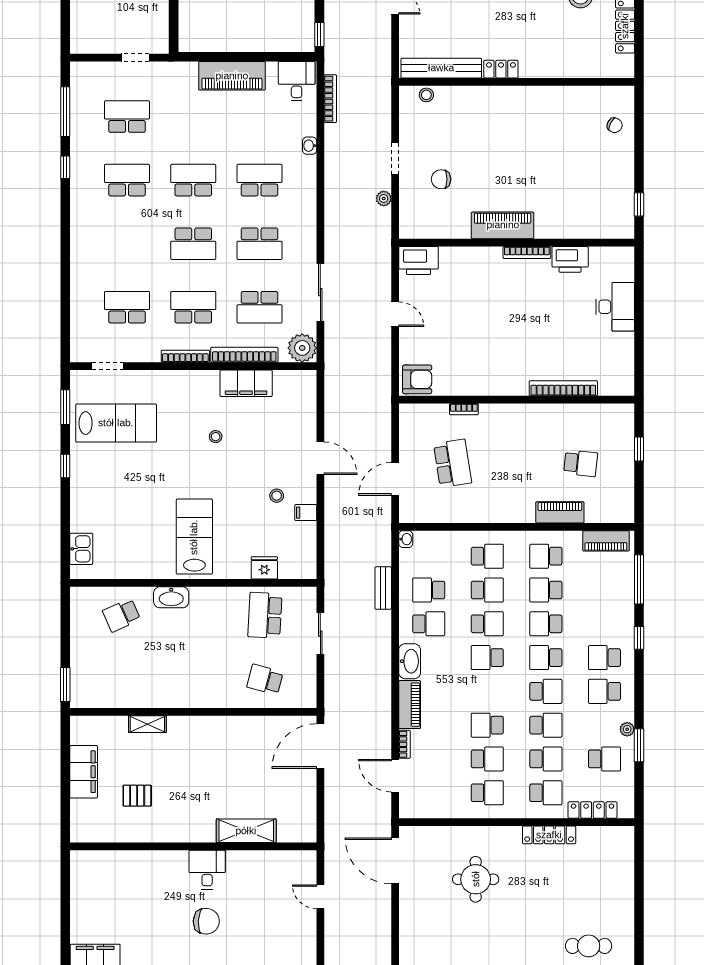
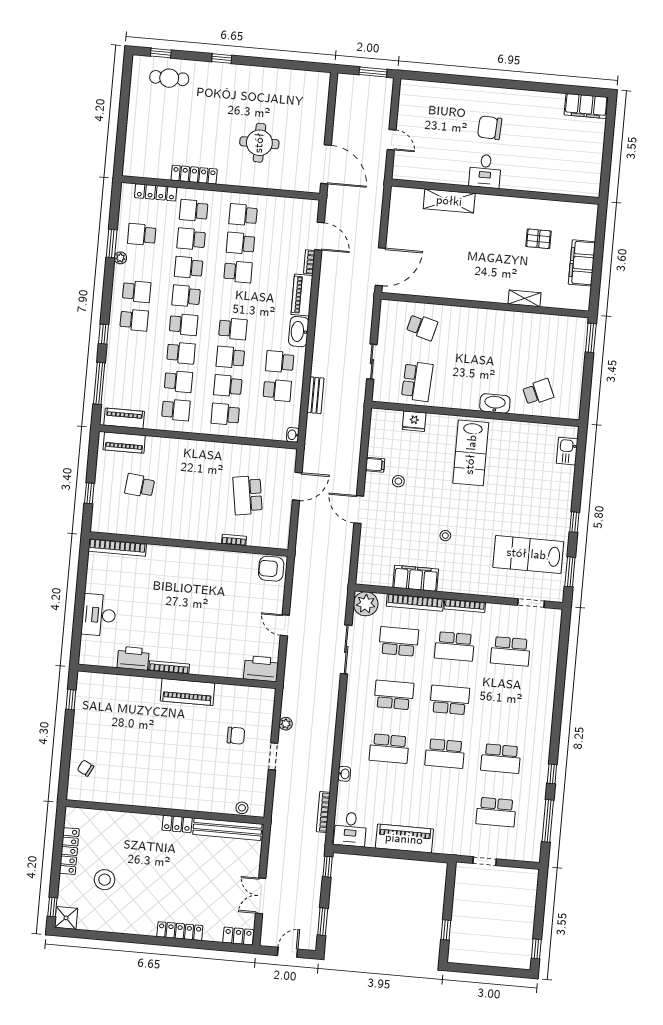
bookcase: (563, 388) -> (117, 547), moved
piano: (560, 512) -> (124, 443), moved

